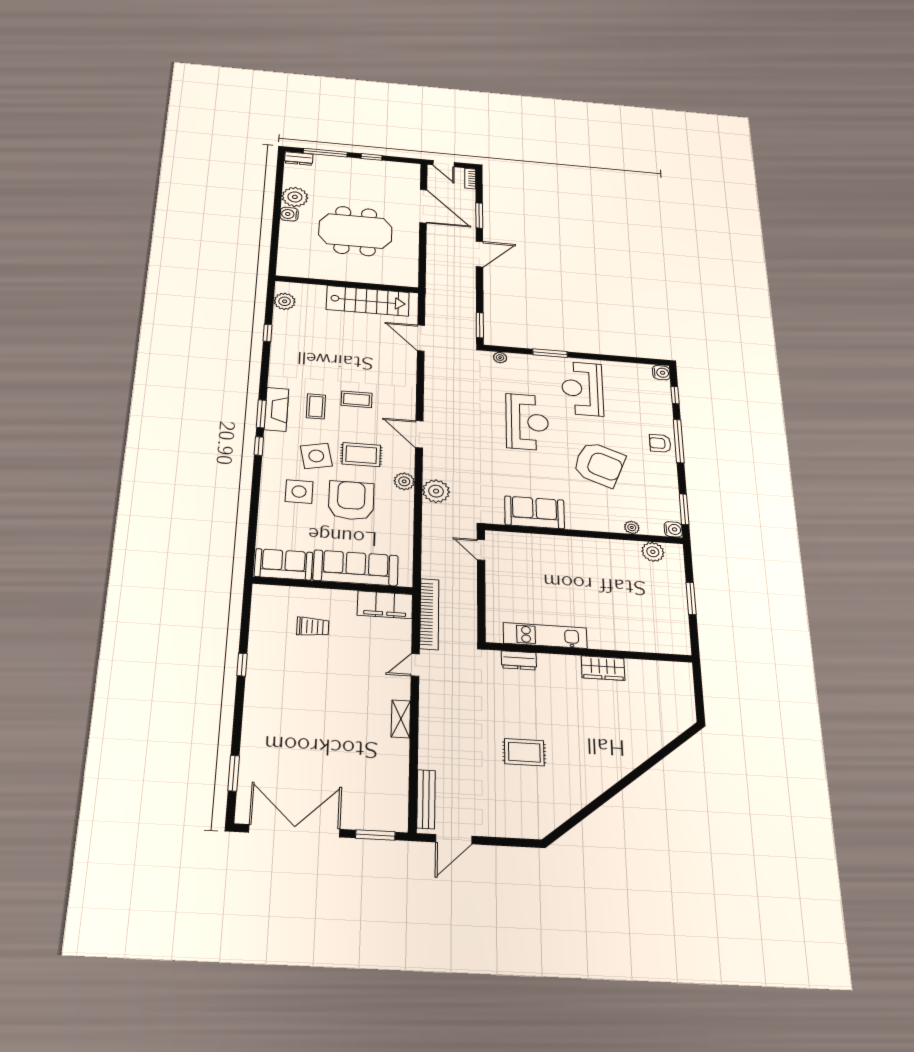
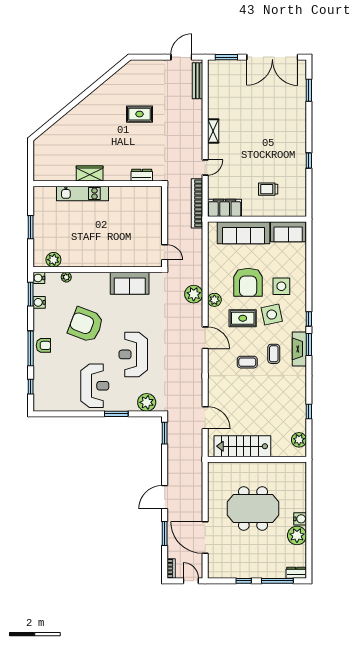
plant: (500, 358) -> (147, 402), width x1.88, depth x1.88
water cooler: (661, 373) -> (39, 302), moved
kitchen unit: (545, 636) -> (83, 193), moved

